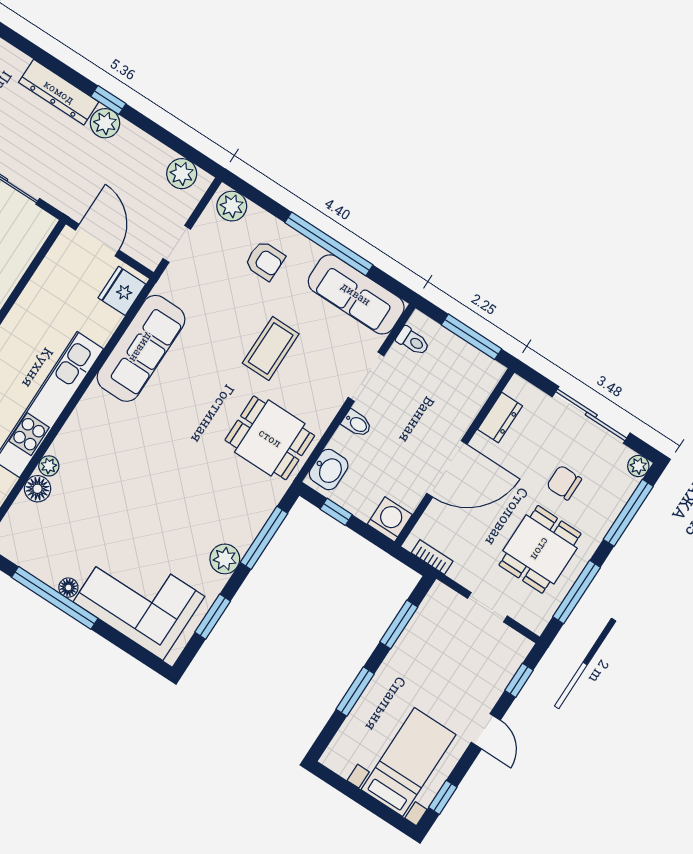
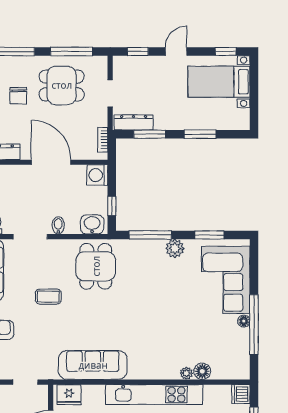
coffee table: (271, 348) -> (48, 297), width x0.73, depth x0.77
dresser: (428, 613) -> (134, 122), added

